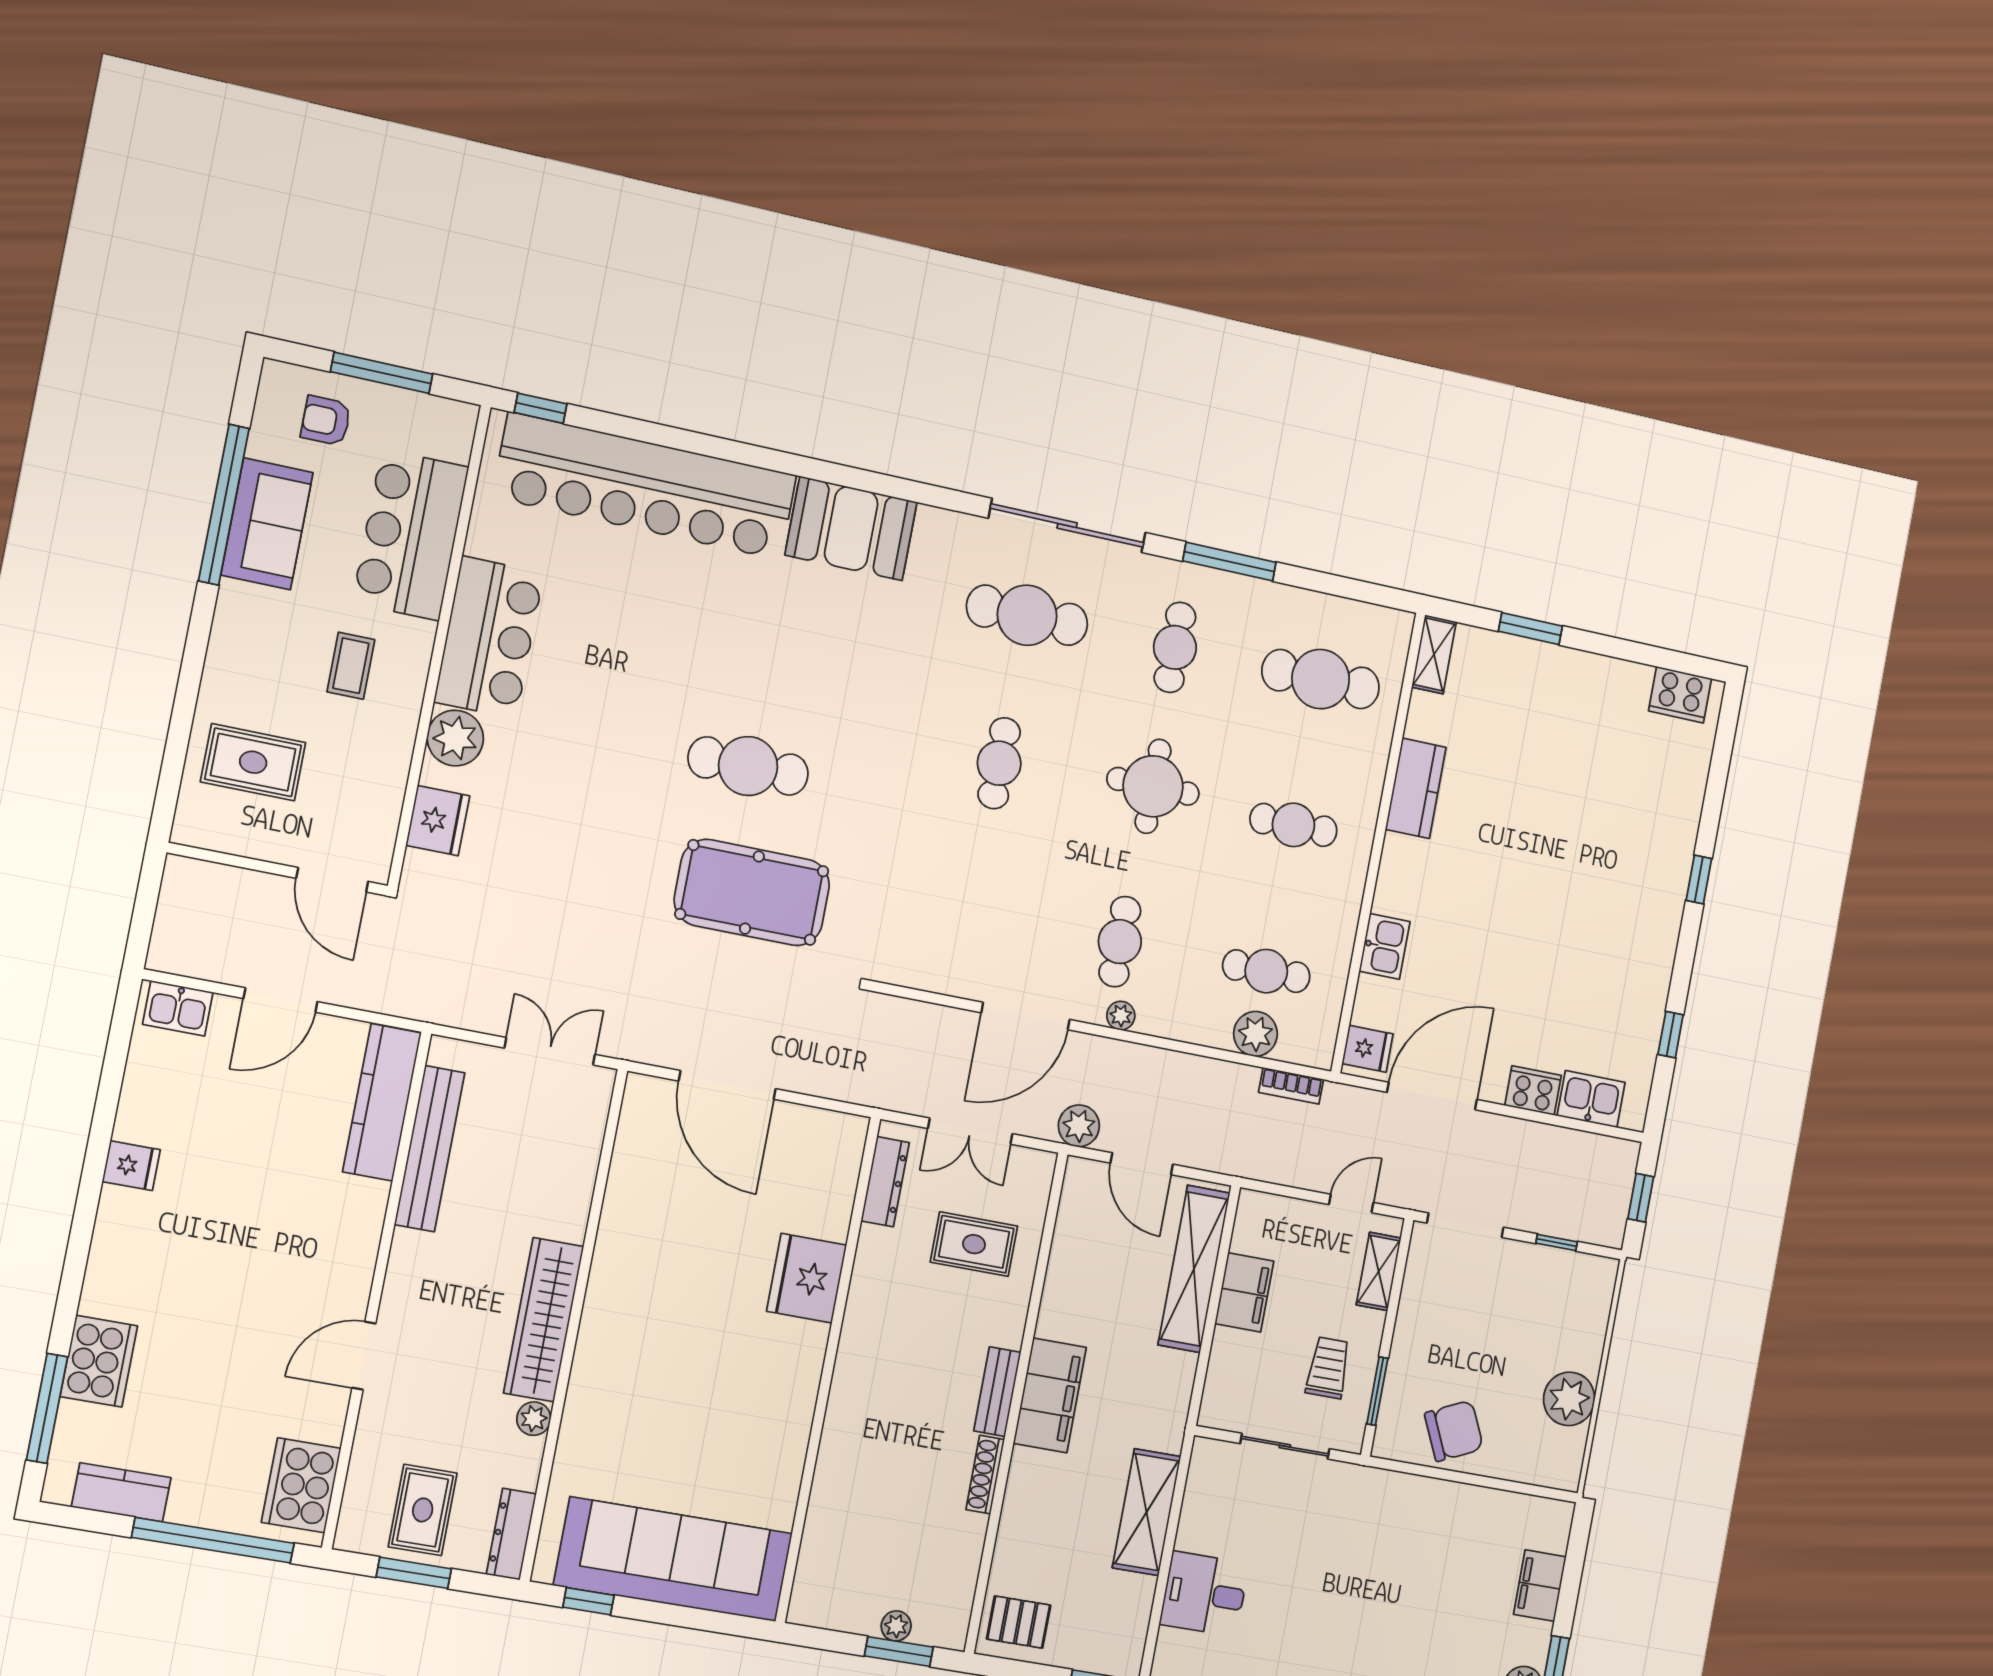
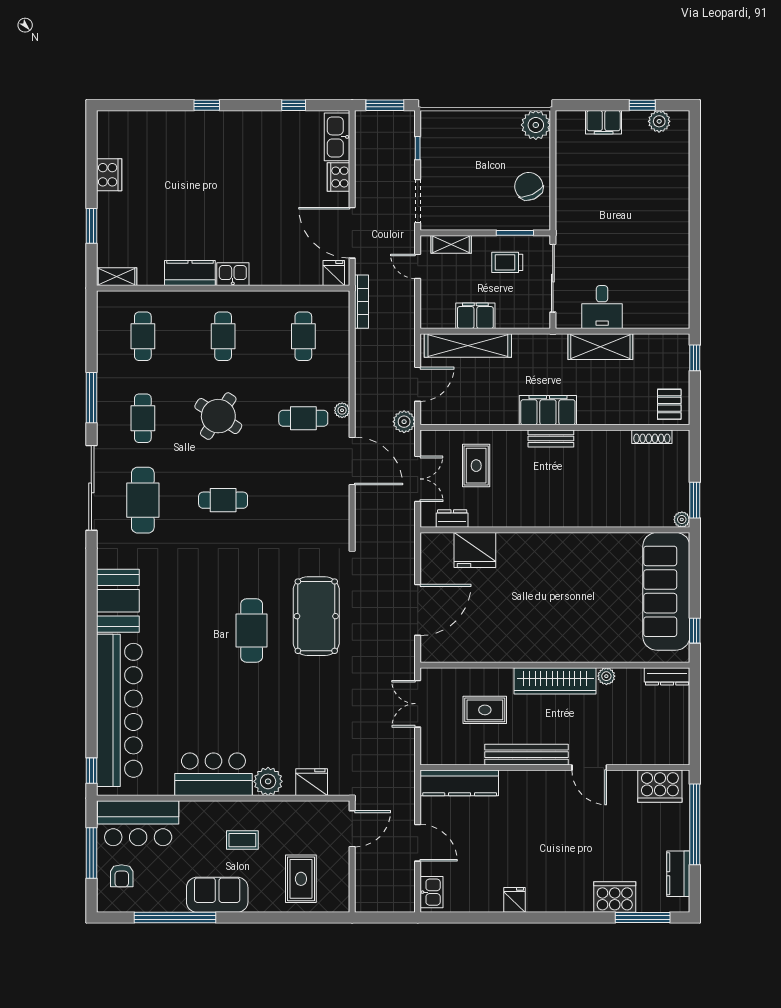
sofa: (267, 524) -> (217, 895), moved
bar counter: (410, 535) -> (138, 823), moved
cafe table: (1175, 647) -> (143, 418), turned 90
cafe table: (1321, 679) -> (143, 336), width x0.73, depth x0.74
cooker: (1680, 695) -> (109, 175), moved
round table: (1153, 786) -> (218, 416), turned 33
kitchen sink: (1385, 946) -> (233, 274), moved
plant: (1256, 1034) -> (338, 336), removed
bookcase: (1291, 1086) -> (361, 302), width x1.56
kitchen sink: (1591, 1099) -> (337, 137), width x1.38
bench: (430, 1149) -> (527, 755), moved
dresser: (885, 1182) -> (452, 519), width x0.70
window: (1641, 1198) -> (385, 105), width x1.50
fridge: (807, 1278) -> (475, 550), moved
plant: (1569, 1399) -> (536, 125), moved
sliding door: (1285, 1446) -> (553, 278), width x1.37
shoe rack: (985, 1475) -> (652, 437), moved
rug: (423, 1510) -> (485, 710), moved
window: (414, 1573) -> (695, 722), removed
desk: (1204, 1594) -> (602, 307), moved
plant: (896, 1626) -> (682, 519), moved
window: (899, 1652) -> (695, 500), moved

